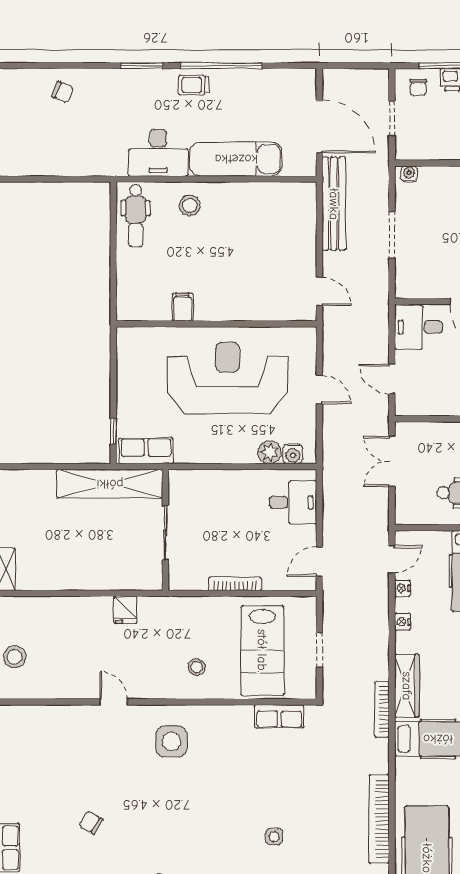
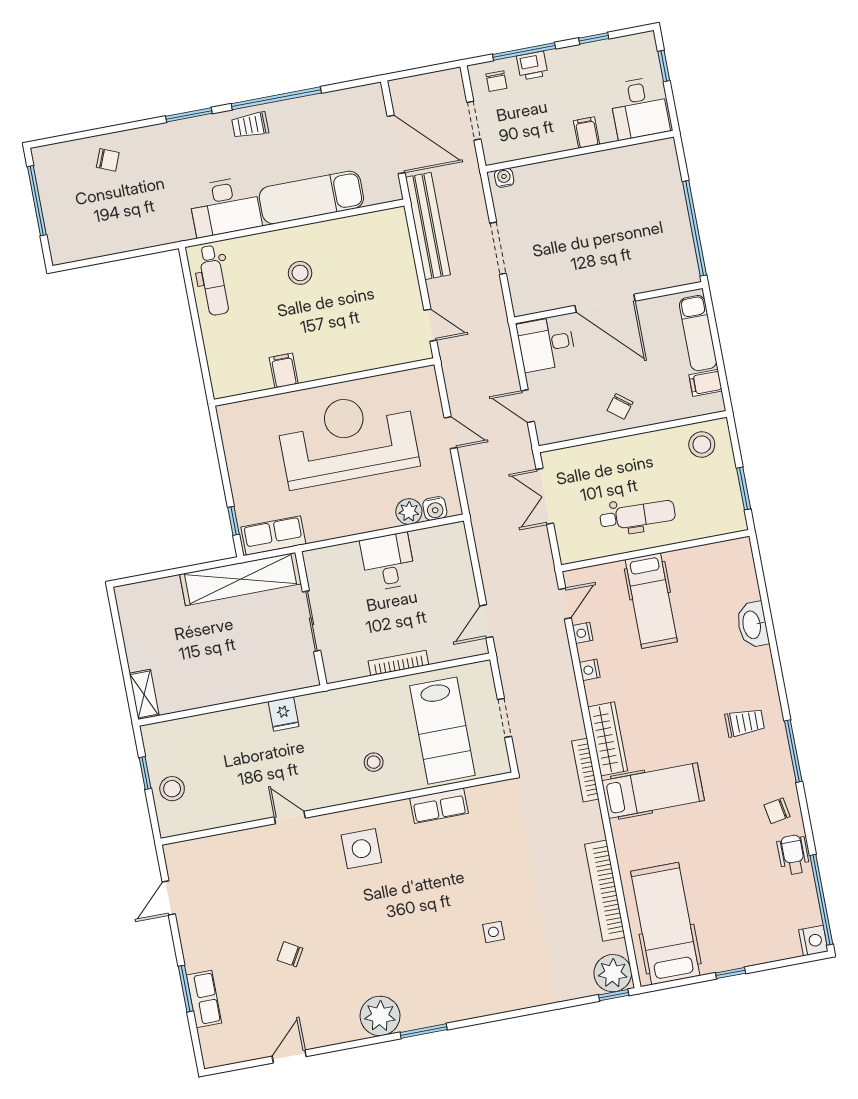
stool: (190, 205) -> (300, 273), moved
desk: (293, 502) -> (388, 562), moved, turned -90
row of seats: (279, 716) -> (439, 806), moved

